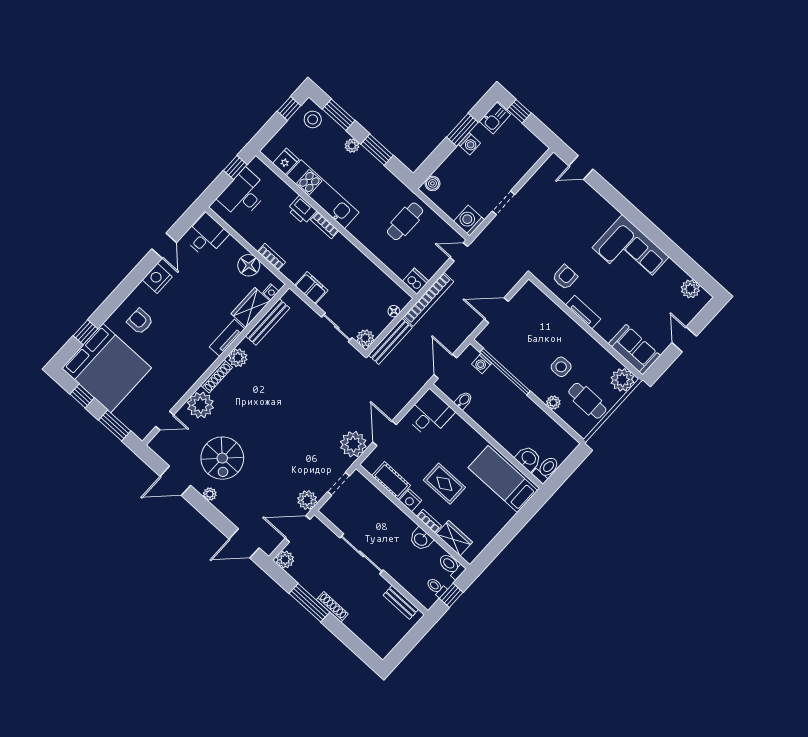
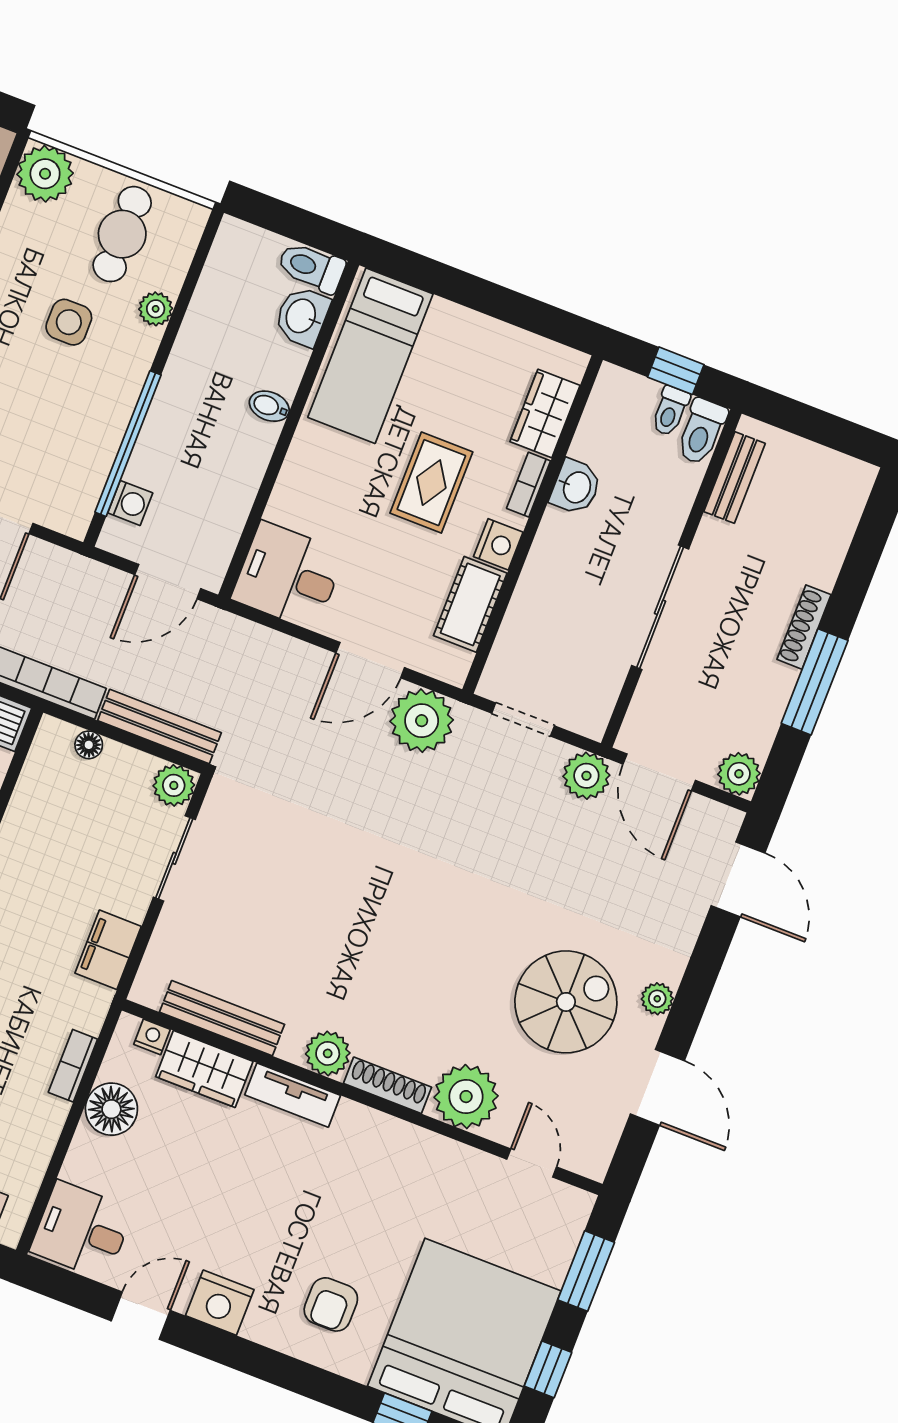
bidet: (464, 400) -> (269, 406), moved
toilet: (451, 566) -> (702, 431), moved

